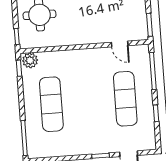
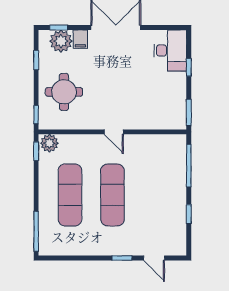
door: (120, 44) -> (114, 132), moved
exercise mat: (125, 99) -> (112, 195), moved

